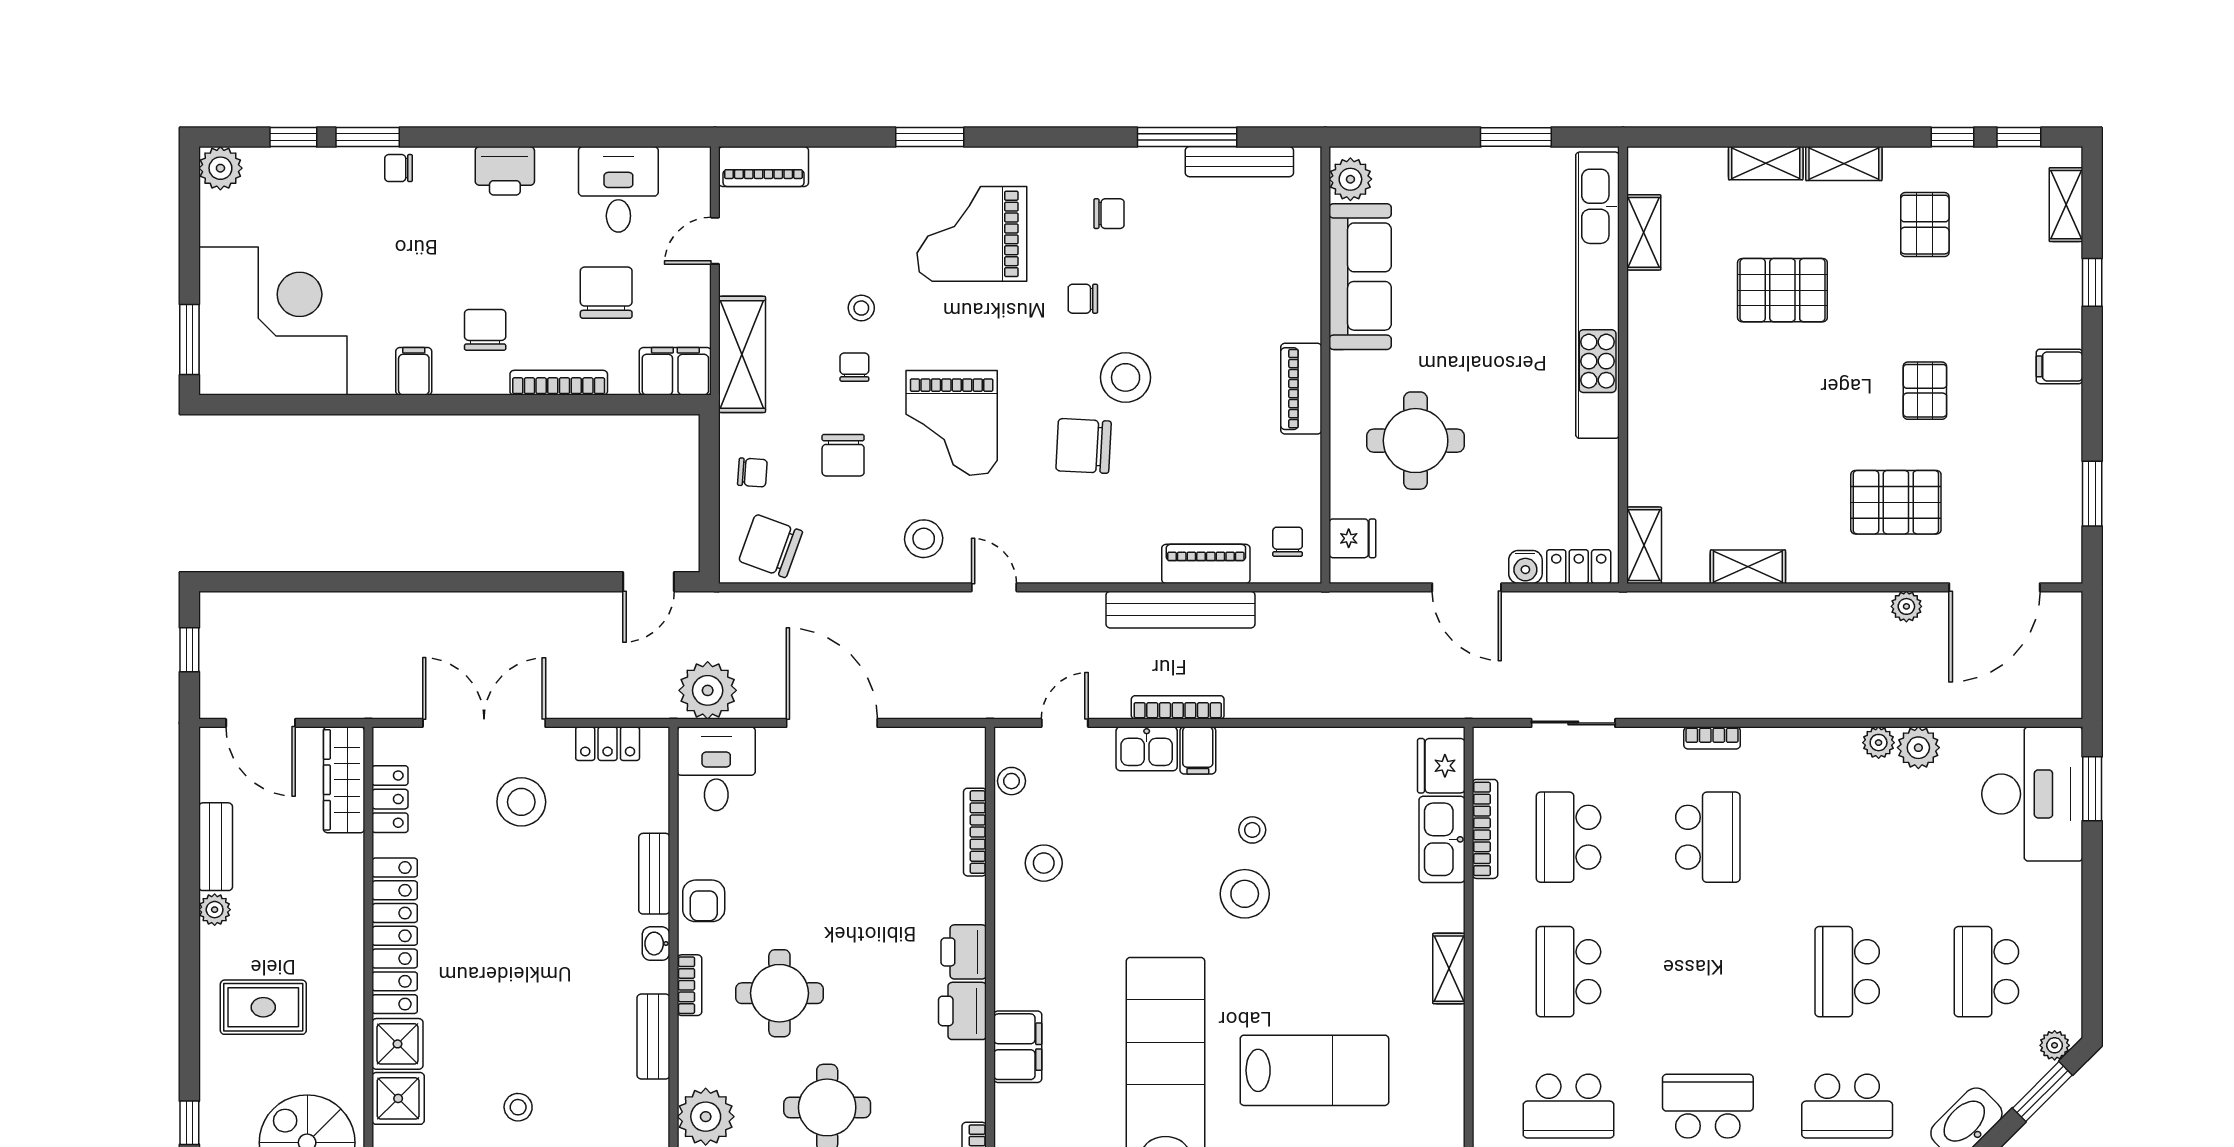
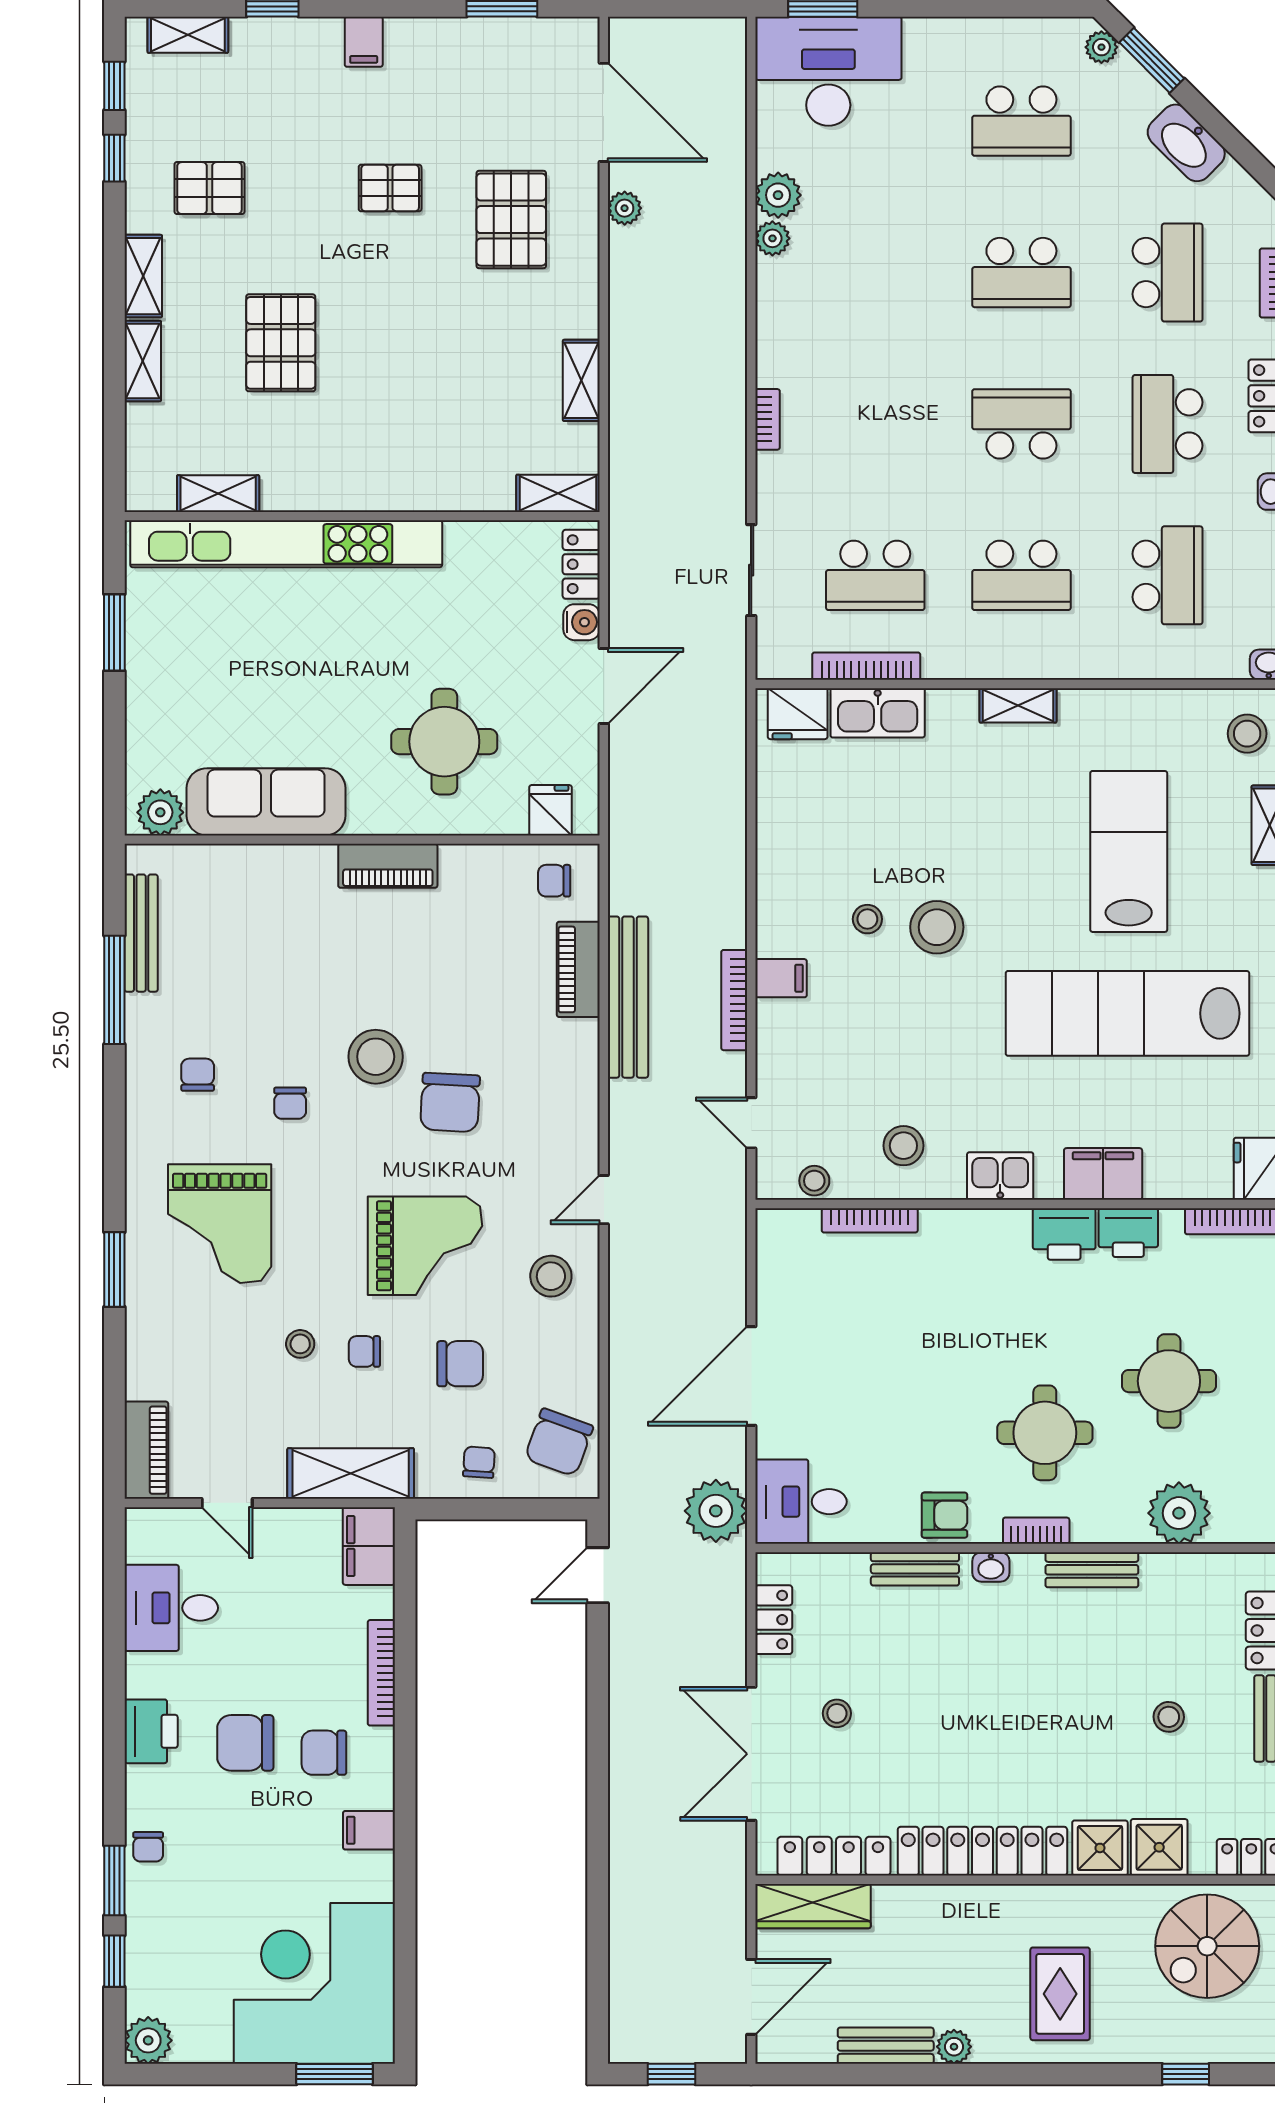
chair: (606, 293) -> (245, 1743), moved
door: (648, 582) -> (598, 1575), swing flipped
kitchen sink: (1147, 749) -> (1000, 1176), moved, turned -90
locker: (390, 799) -> (834, 1856), width x1.53
stool: (521, 802) -> (837, 1713), width x0.53, depth x0.53
school desk: (1708, 837) -> (1021, 424), moved
printer: (964, 952) -> (1128, 1233), moved

